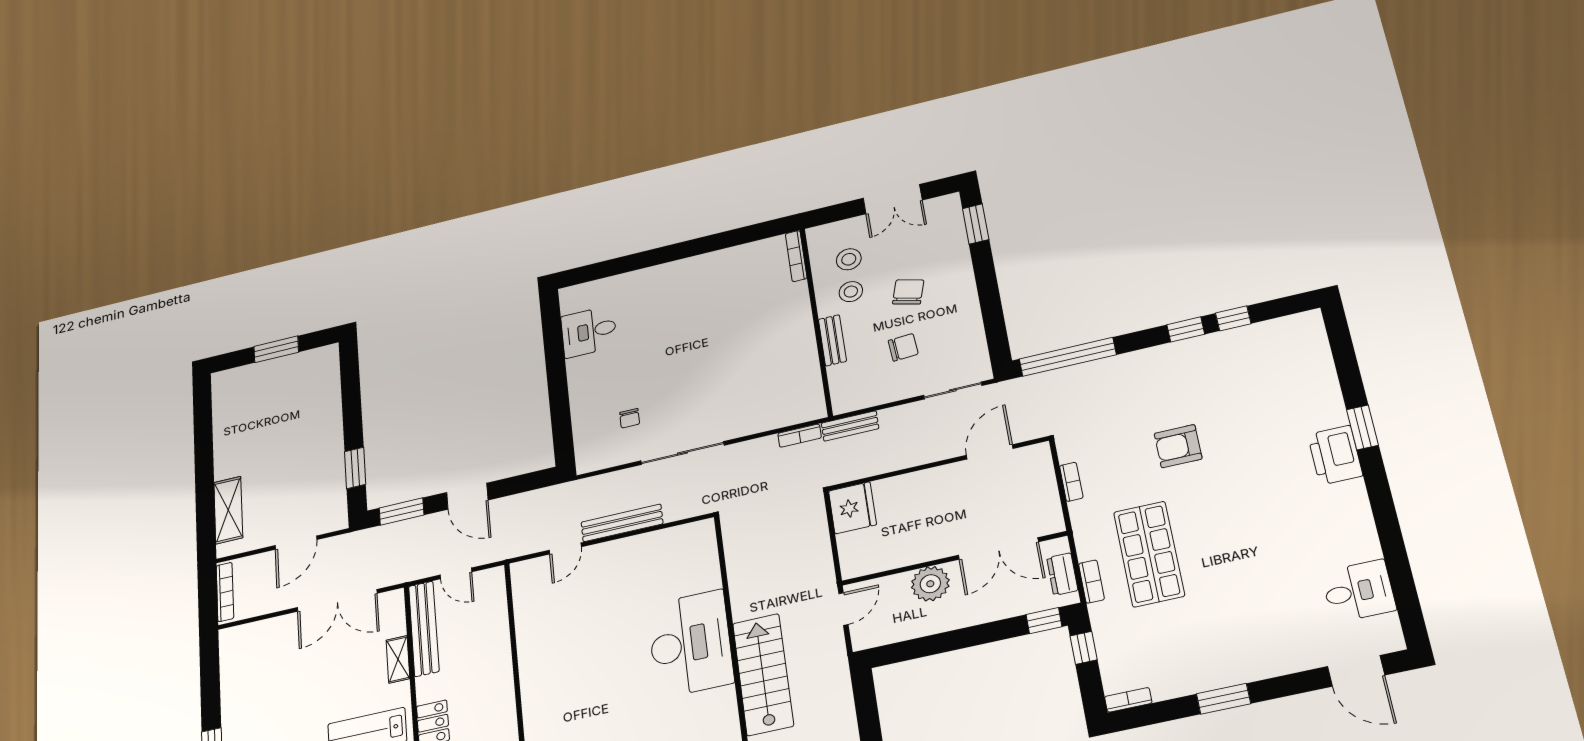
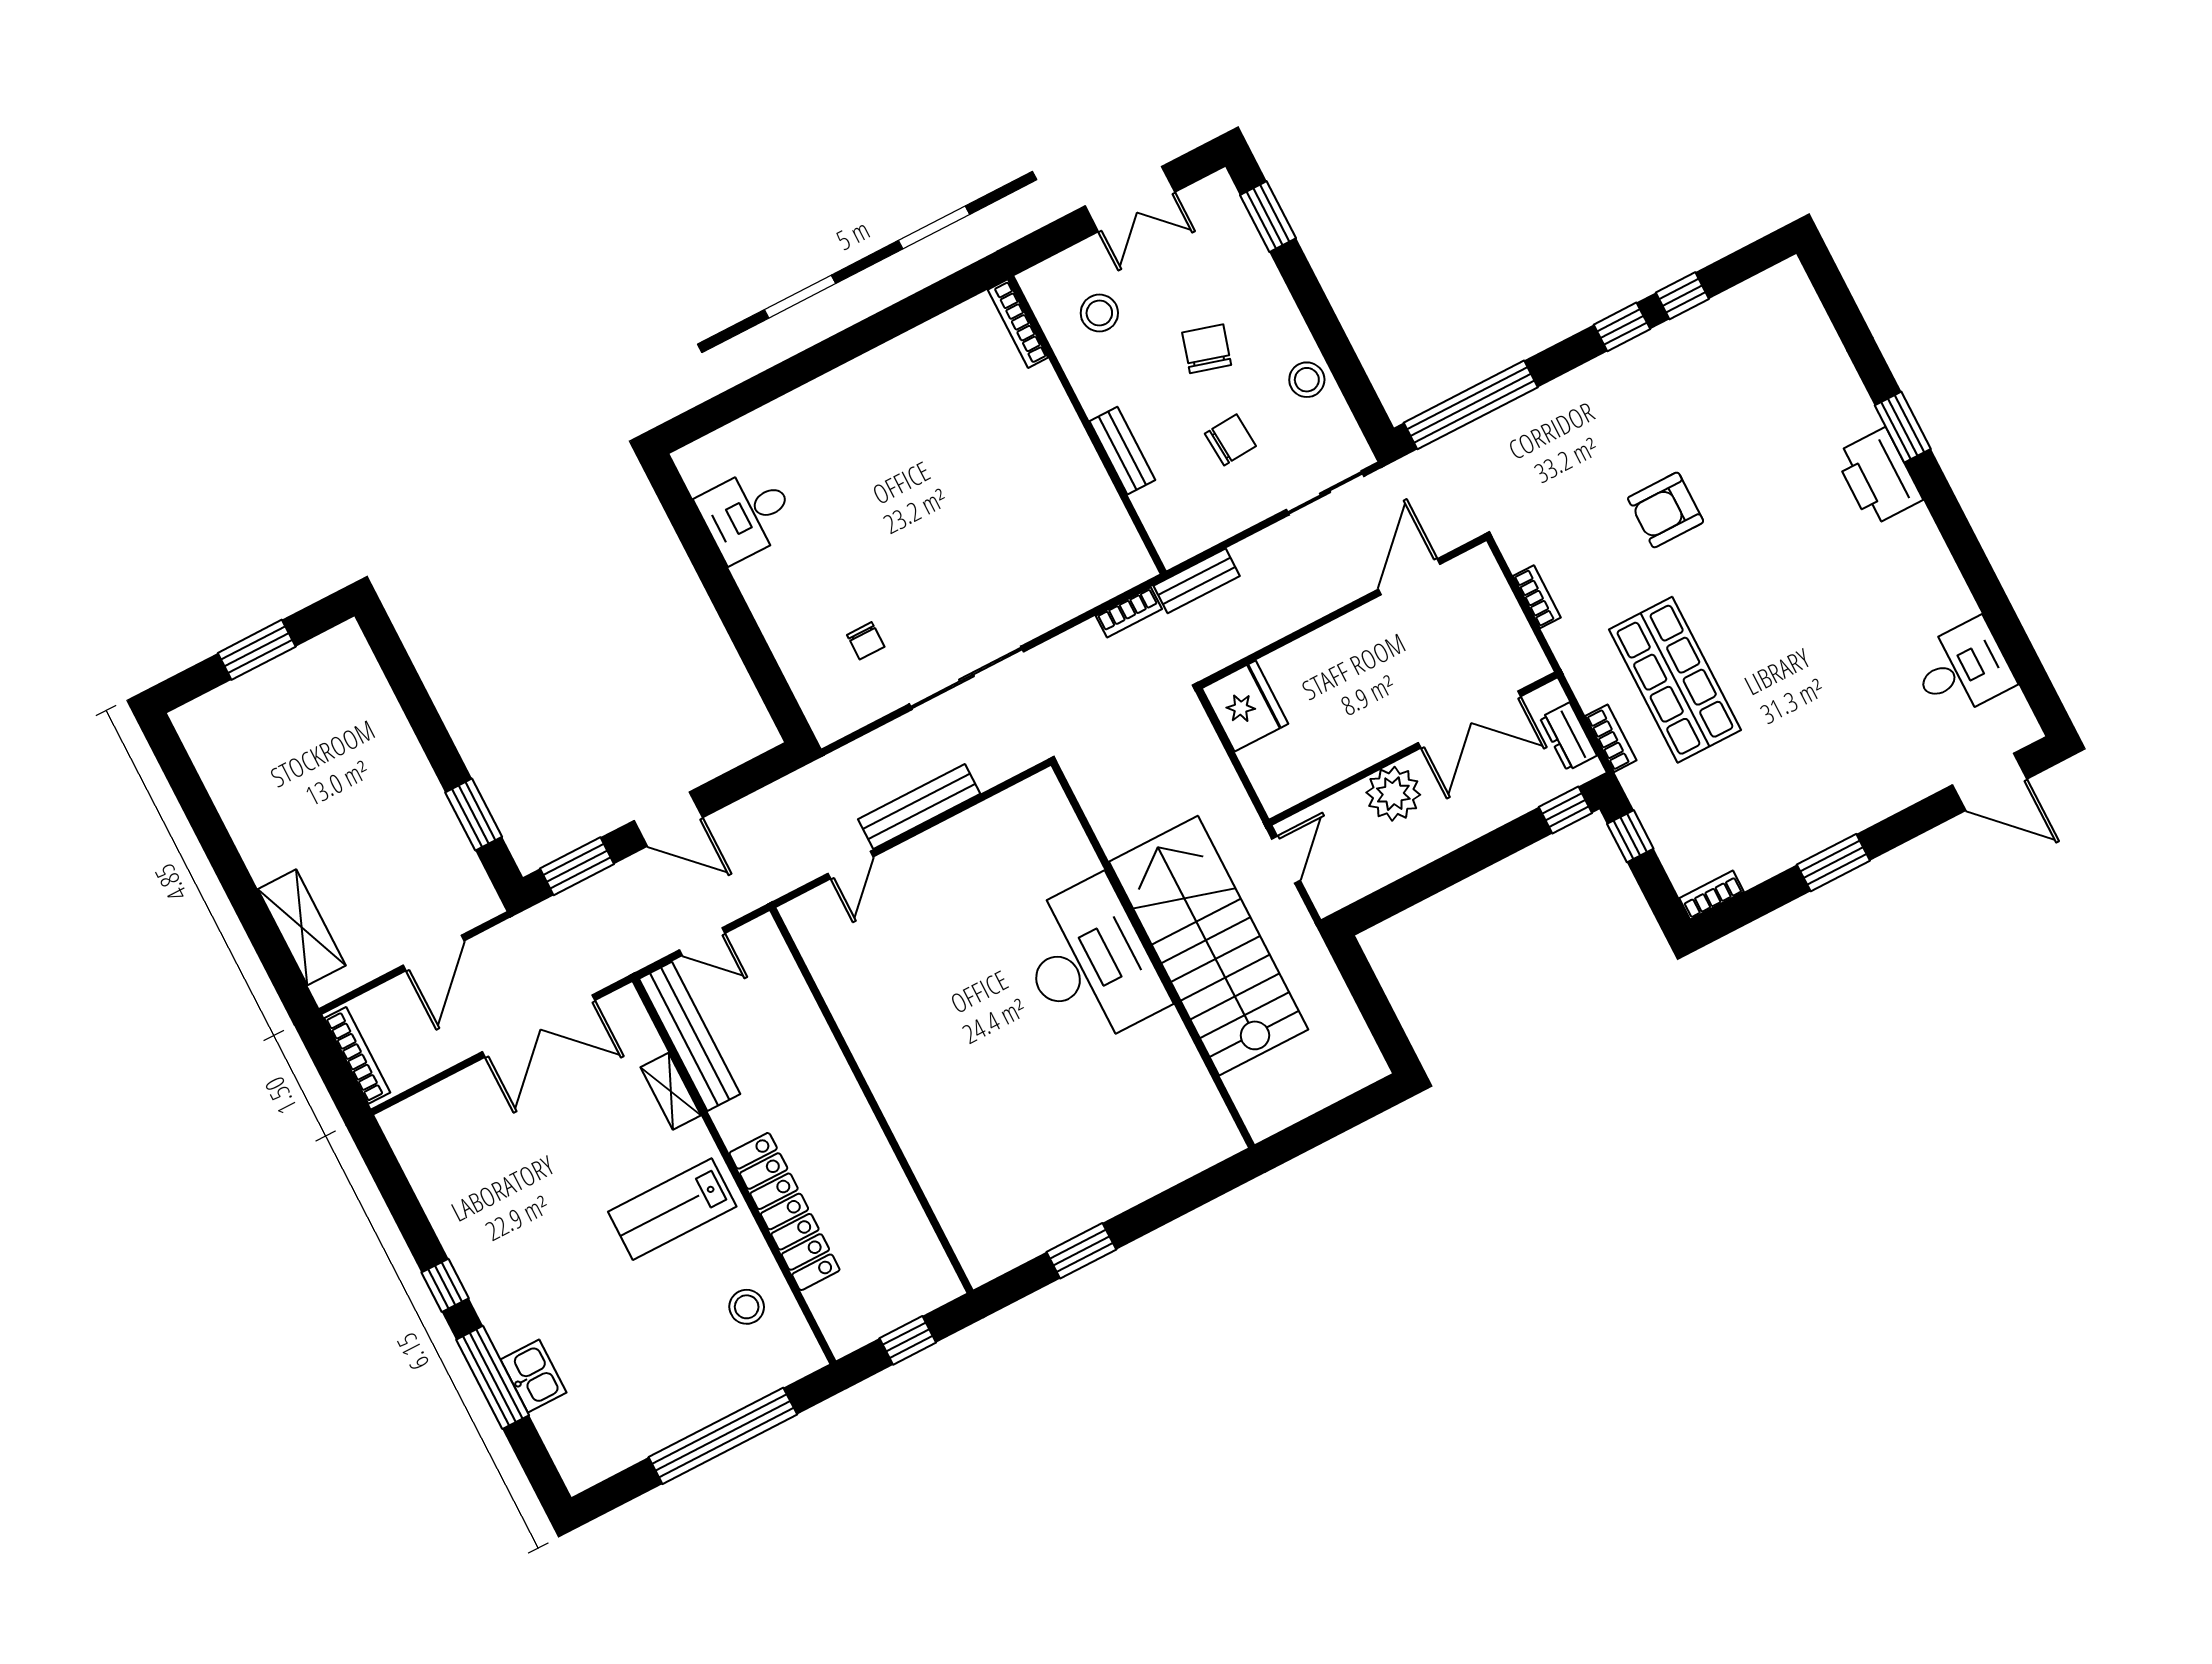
stool: (851, 292) -> (1307, 380), moved
stairs: (763, 674) -> (1209, 946), width x1.36, depth x1.51

